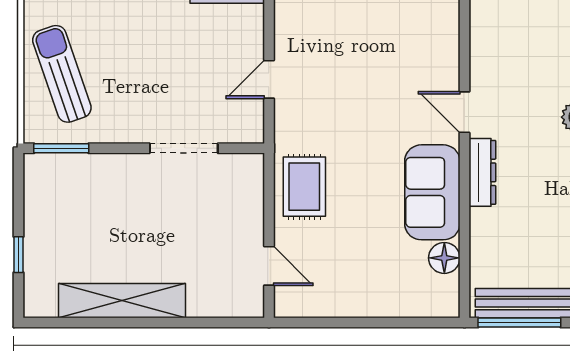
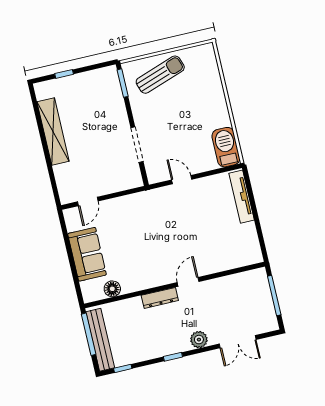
rug: (304, 187) -> (132, 210), removed
sofa: (432, 192) -> (87, 254), moved, turned 90

